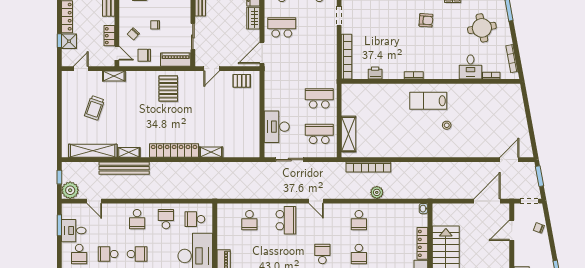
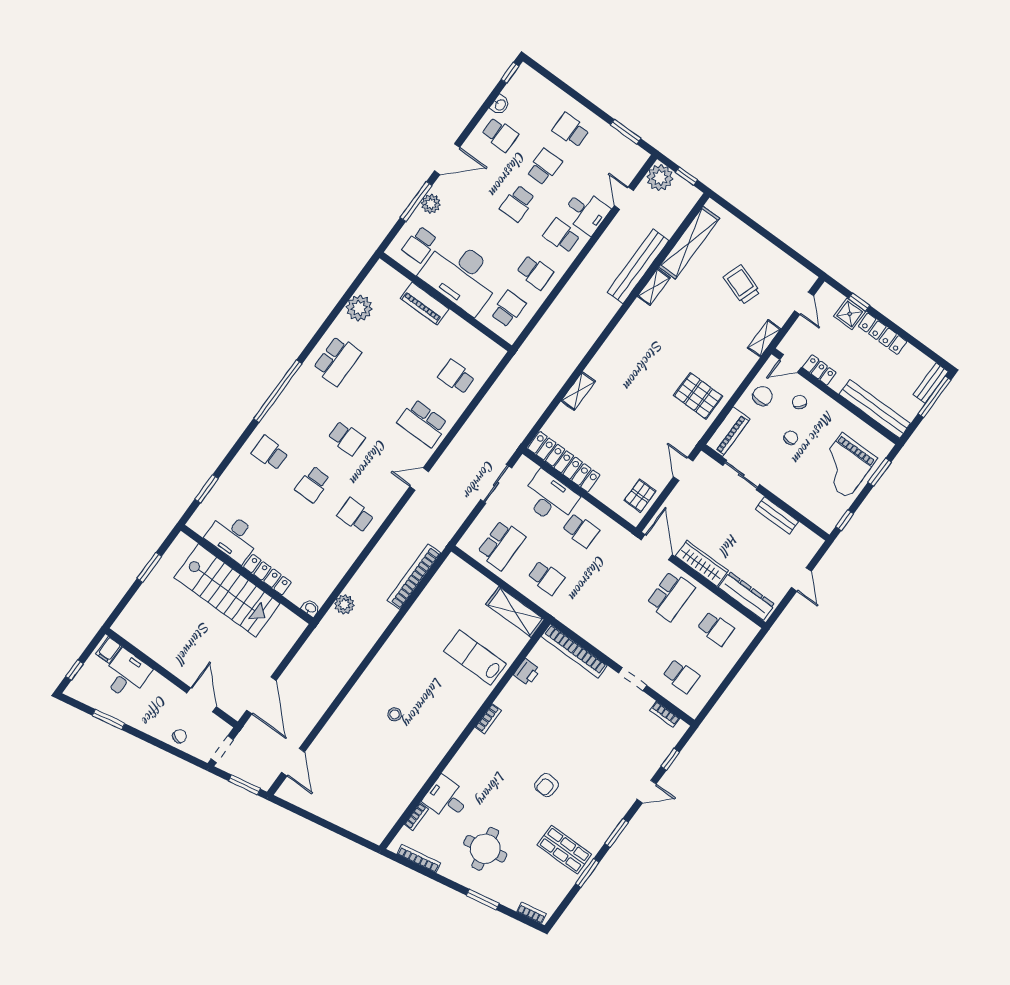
wardrobe: (253, 18) -> (702, 563), width x1.50
school desk: (282, 98) -> (581, 530), added
school desk: (319, 98) -> (546, 578), width x0.54
lab bench: (428, 101) -> (475, 657), moved, turned -90
shelving: (349, 134) -> (515, 612), moved
locker: (174, 150) -> (564, 462), moved, turned -90
plant: (377, 192) -> (344, 604), moved
door: (94, 201) -> (624, 198), hinge flipped
desk: (74, 231) -> (586, 212), moved, turned 90
school desk: (359, 254) -> (313, 484), turned -90

